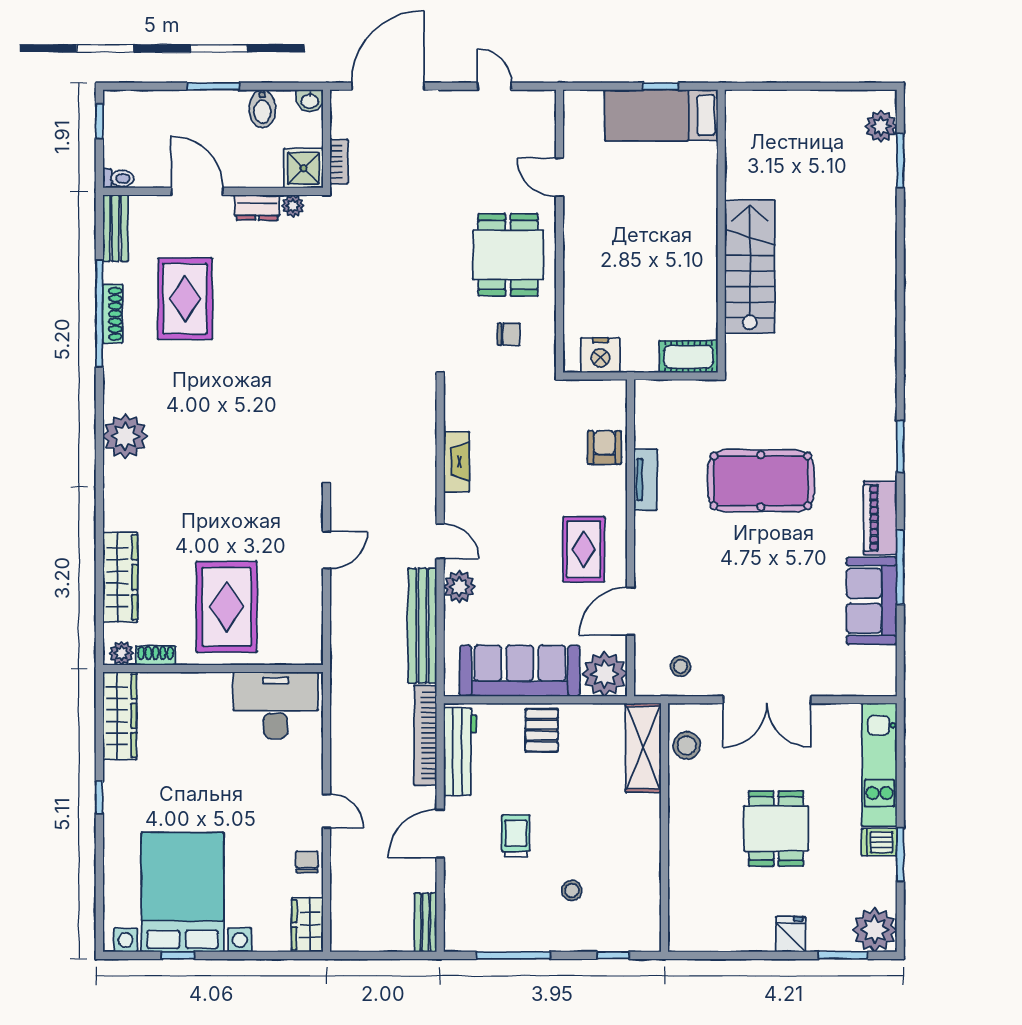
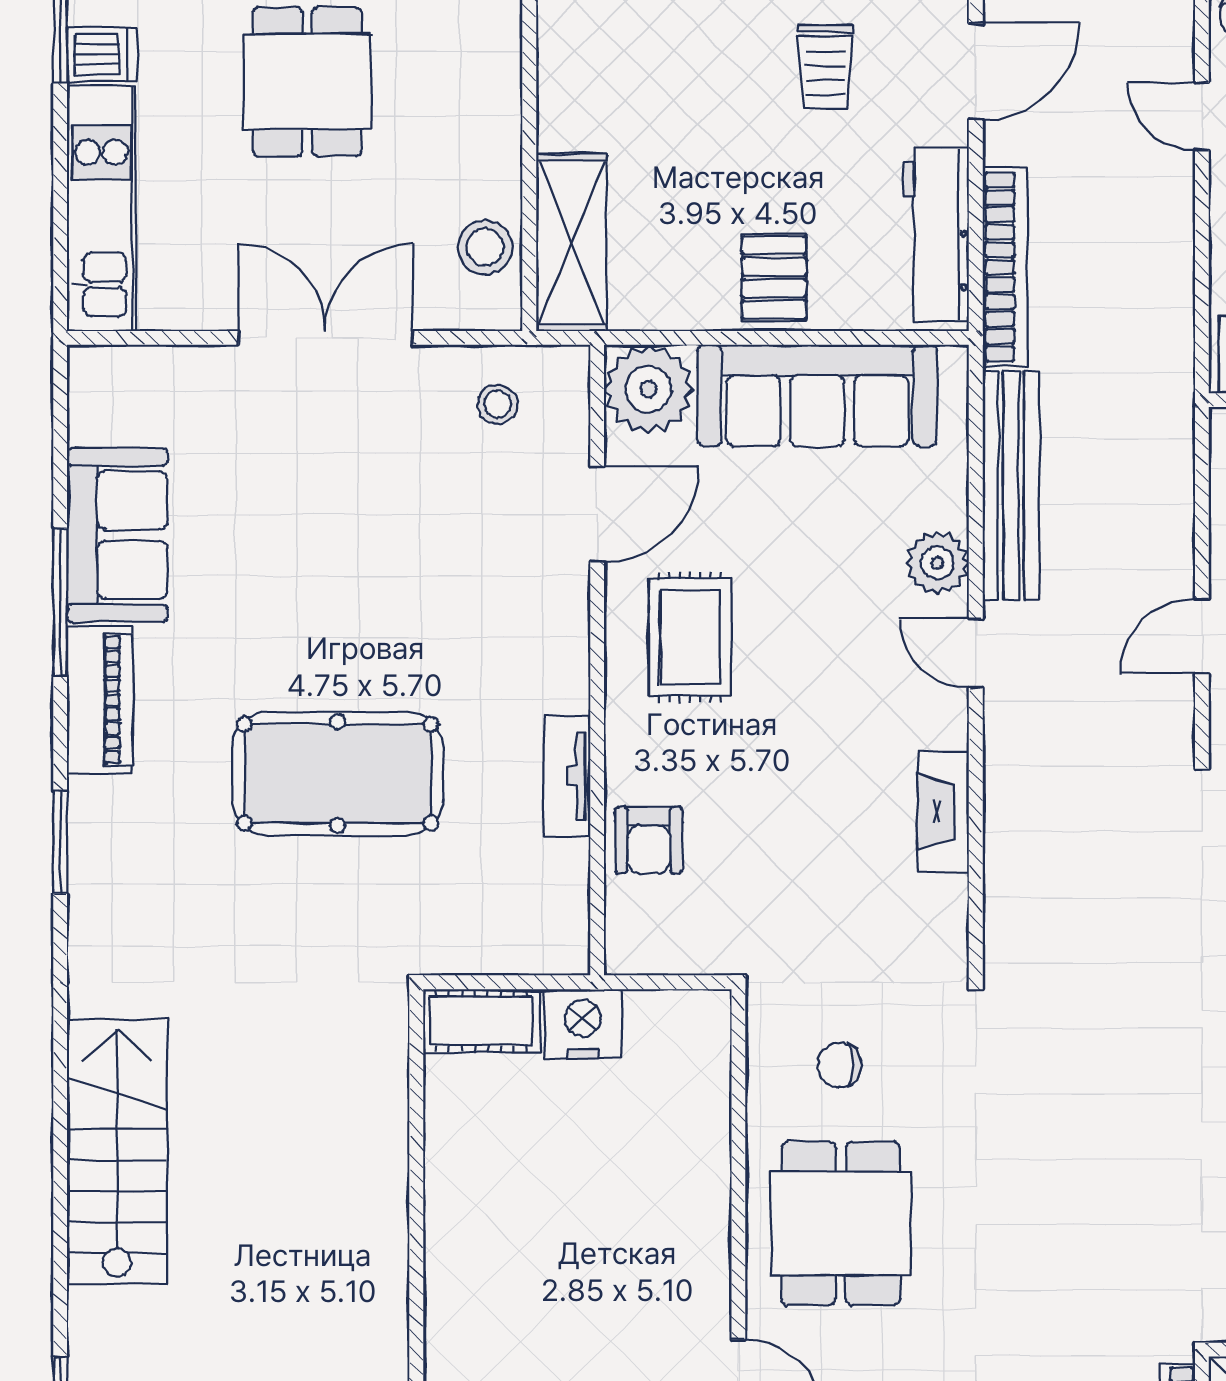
stairs: (750, 267) -> (117, 1151), moved, turned 180
nightstand: (600, 355) -> (583, 1024), moved

